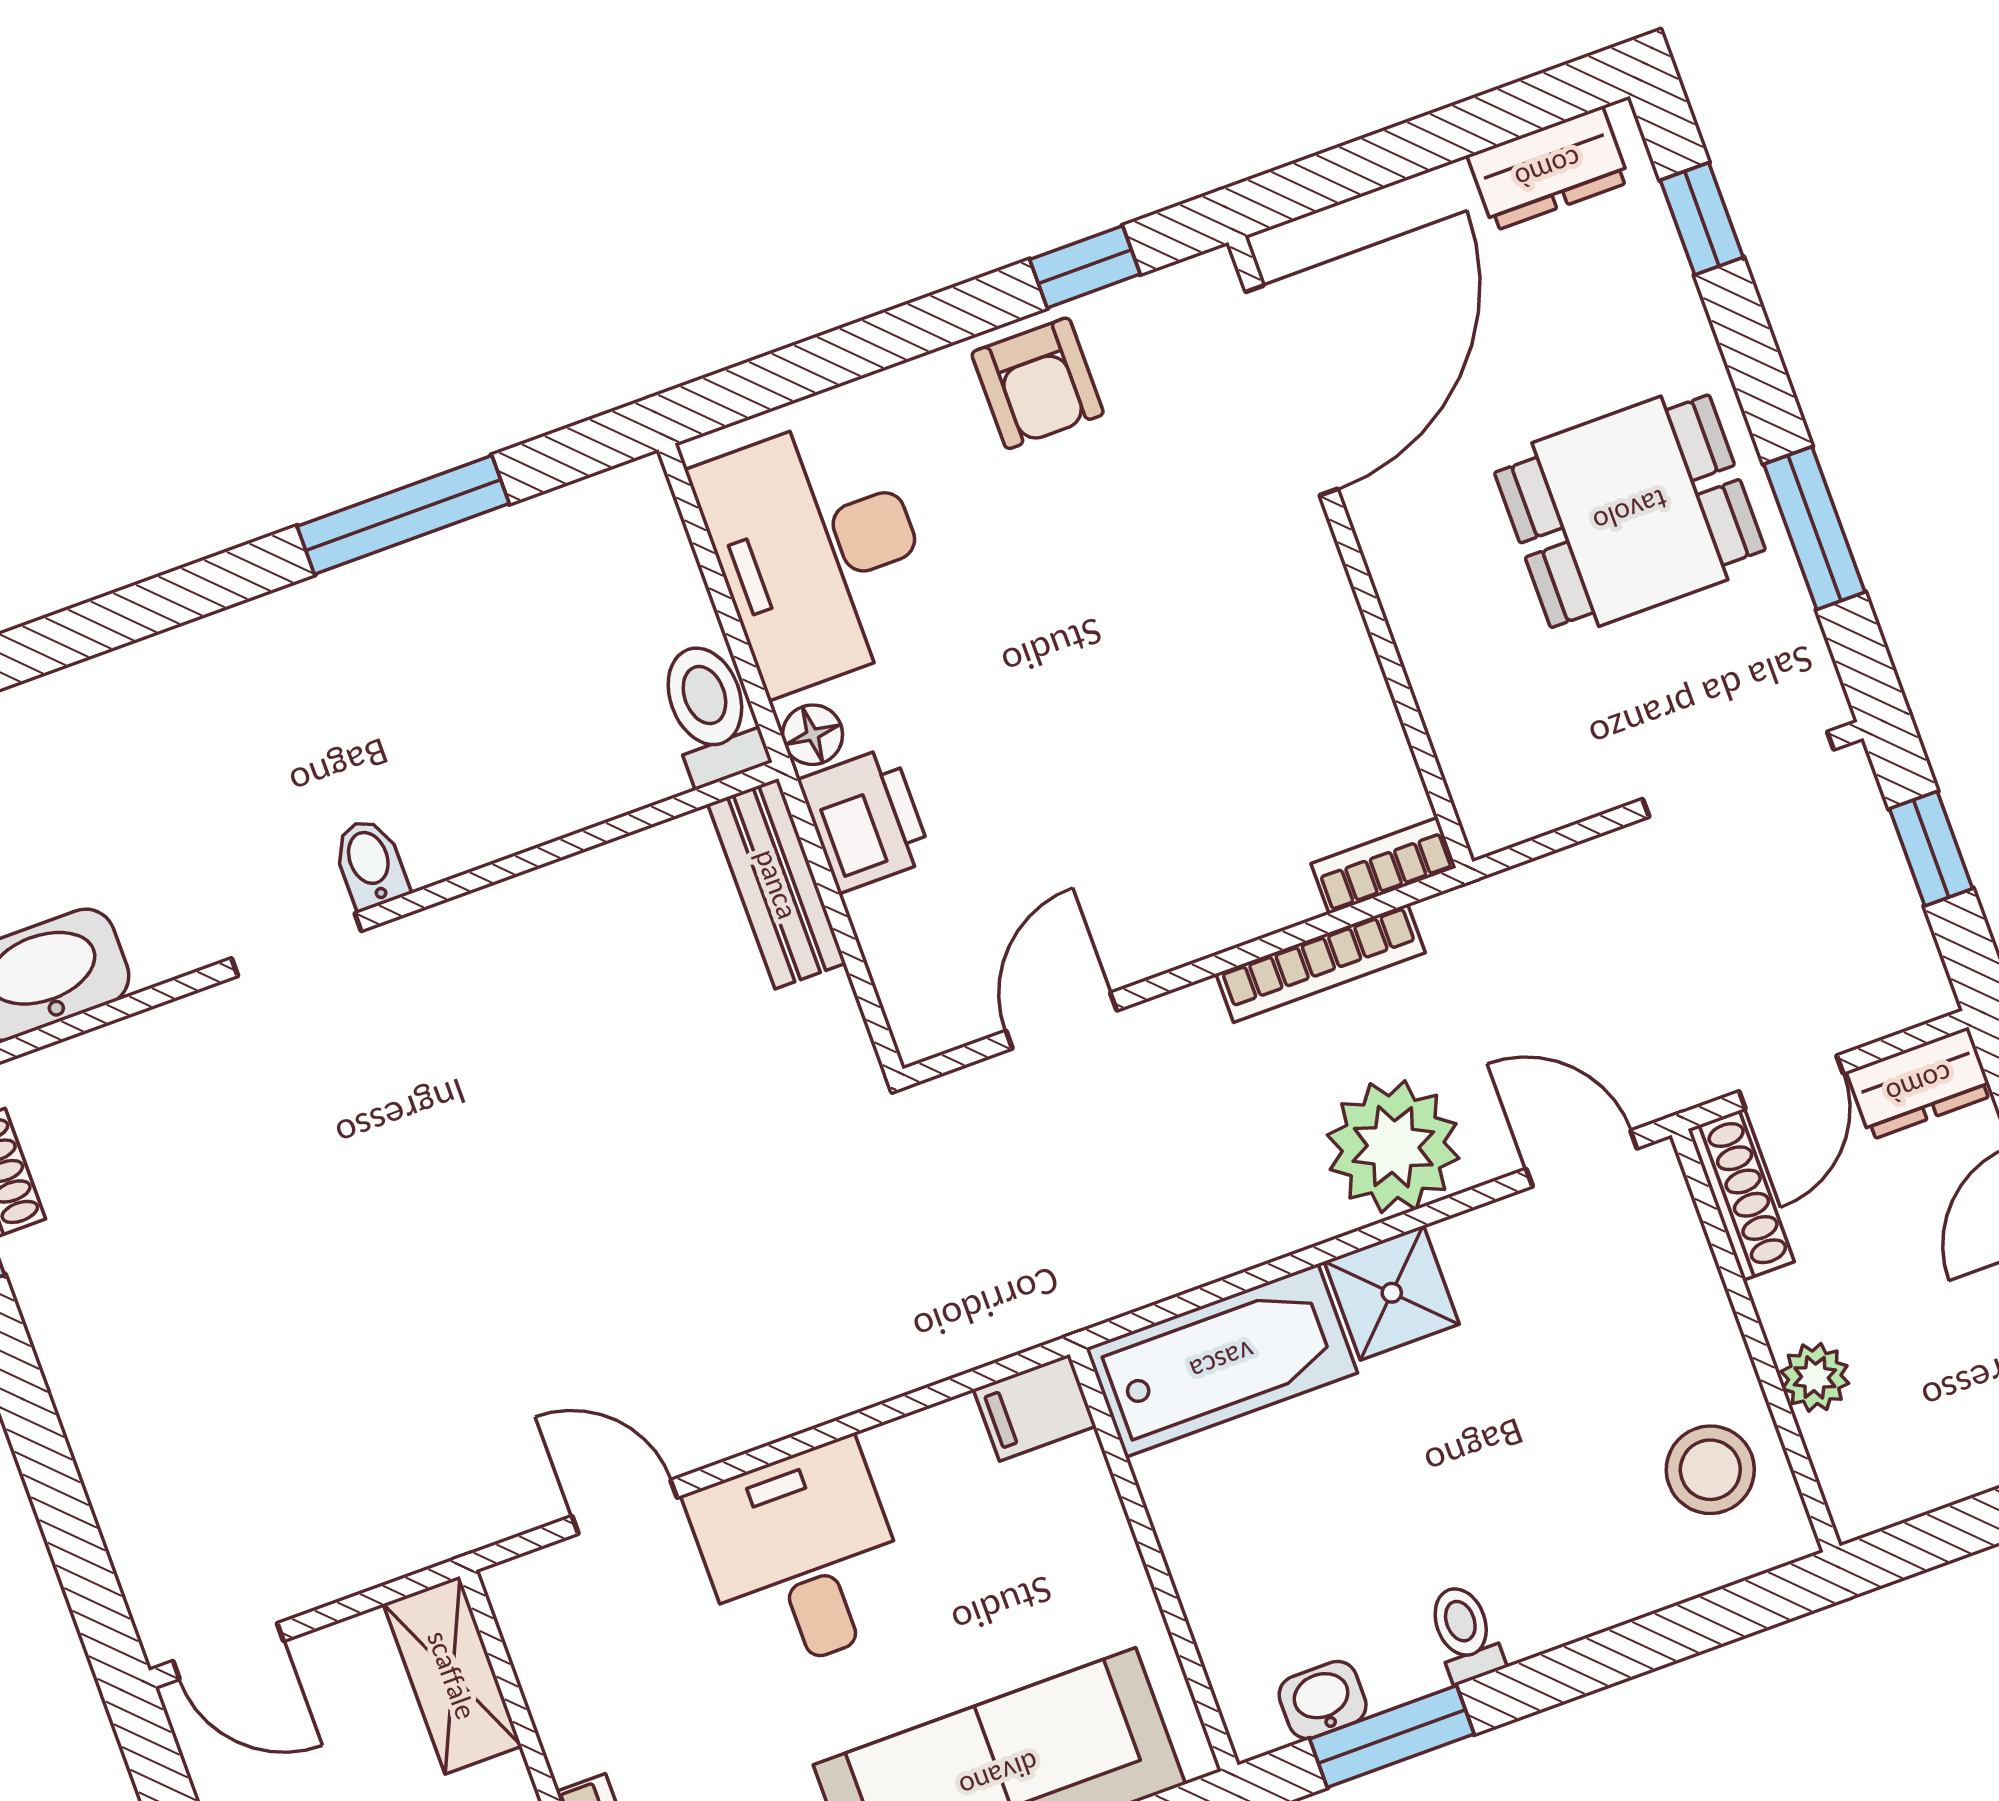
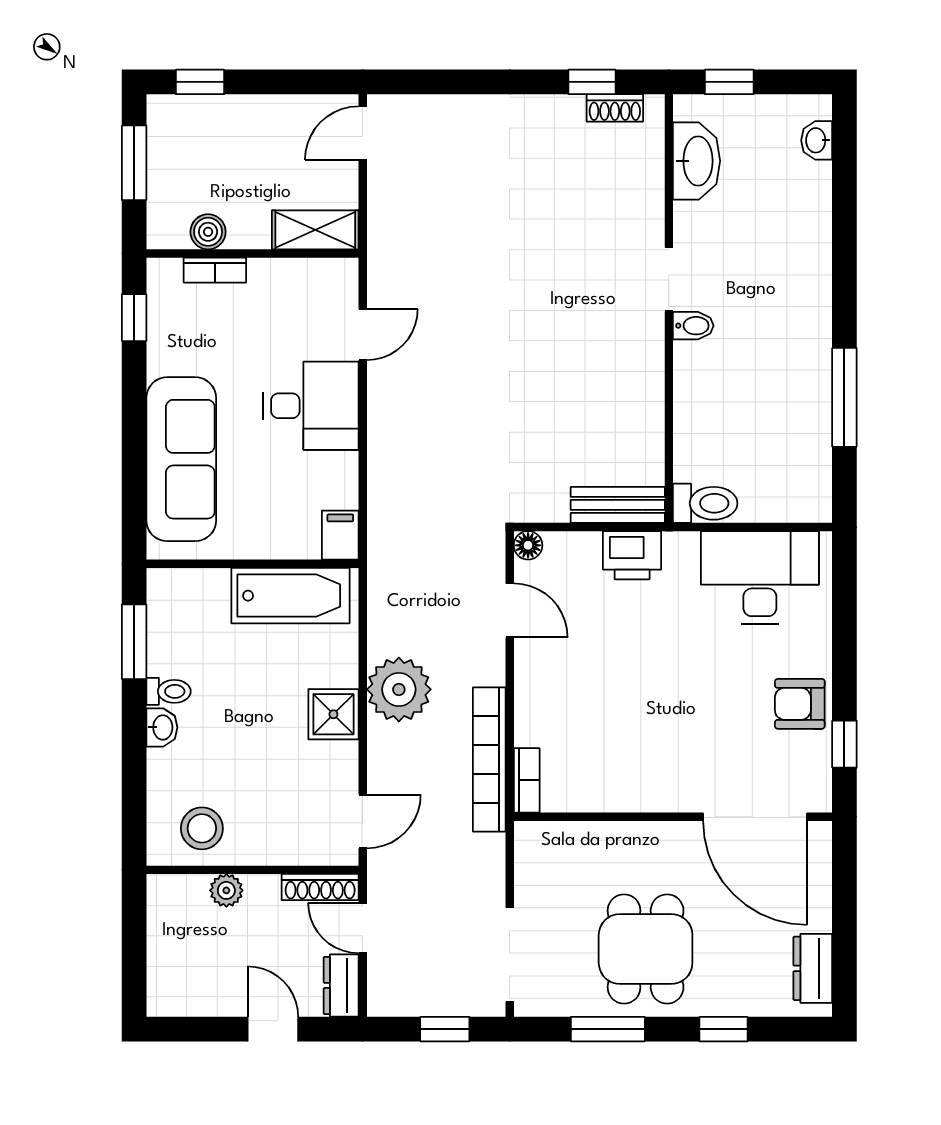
window: (1702, 219) -> (724, 1029), moved
floor lamp: (813, 735) -> (528, 545), moved
bookcase: (1321, 963) -> (489, 760), width x1.48, depth x1.31
plant: (1393, 1147) -> (399, 689), moved
bathtub: (1222, 1361) -> (291, 596), moved, turned -90
washbasin: (1323, 1700) -> (162, 727), moved

